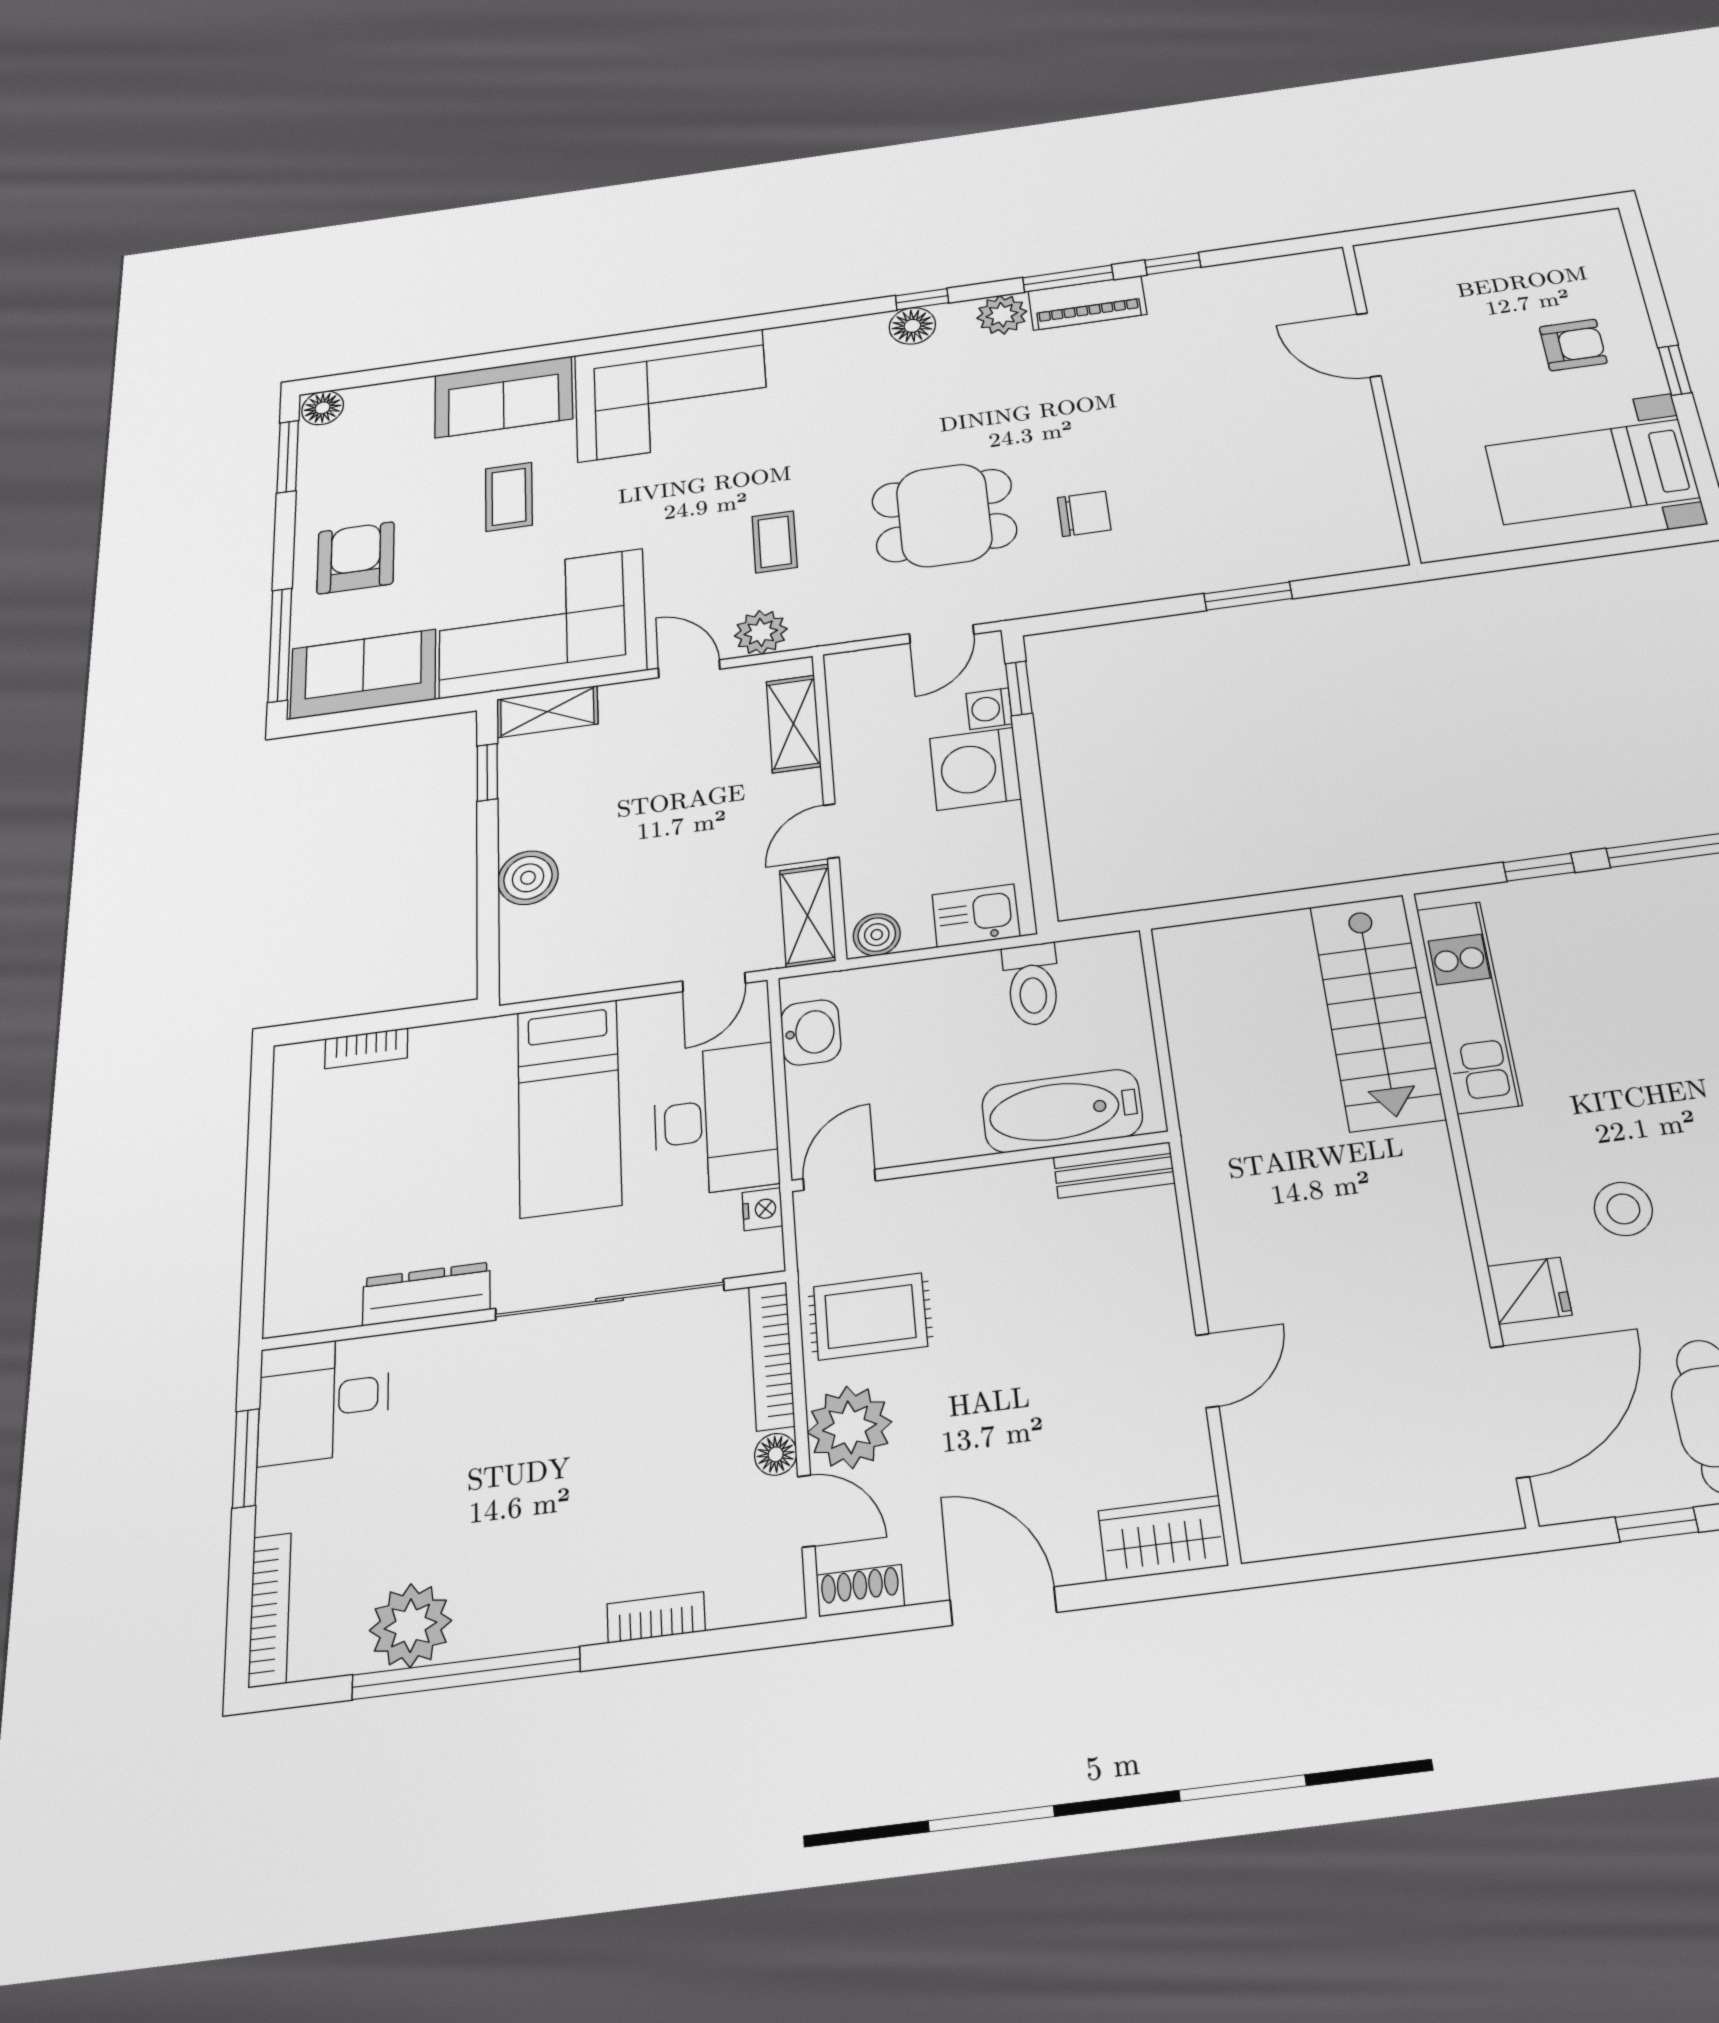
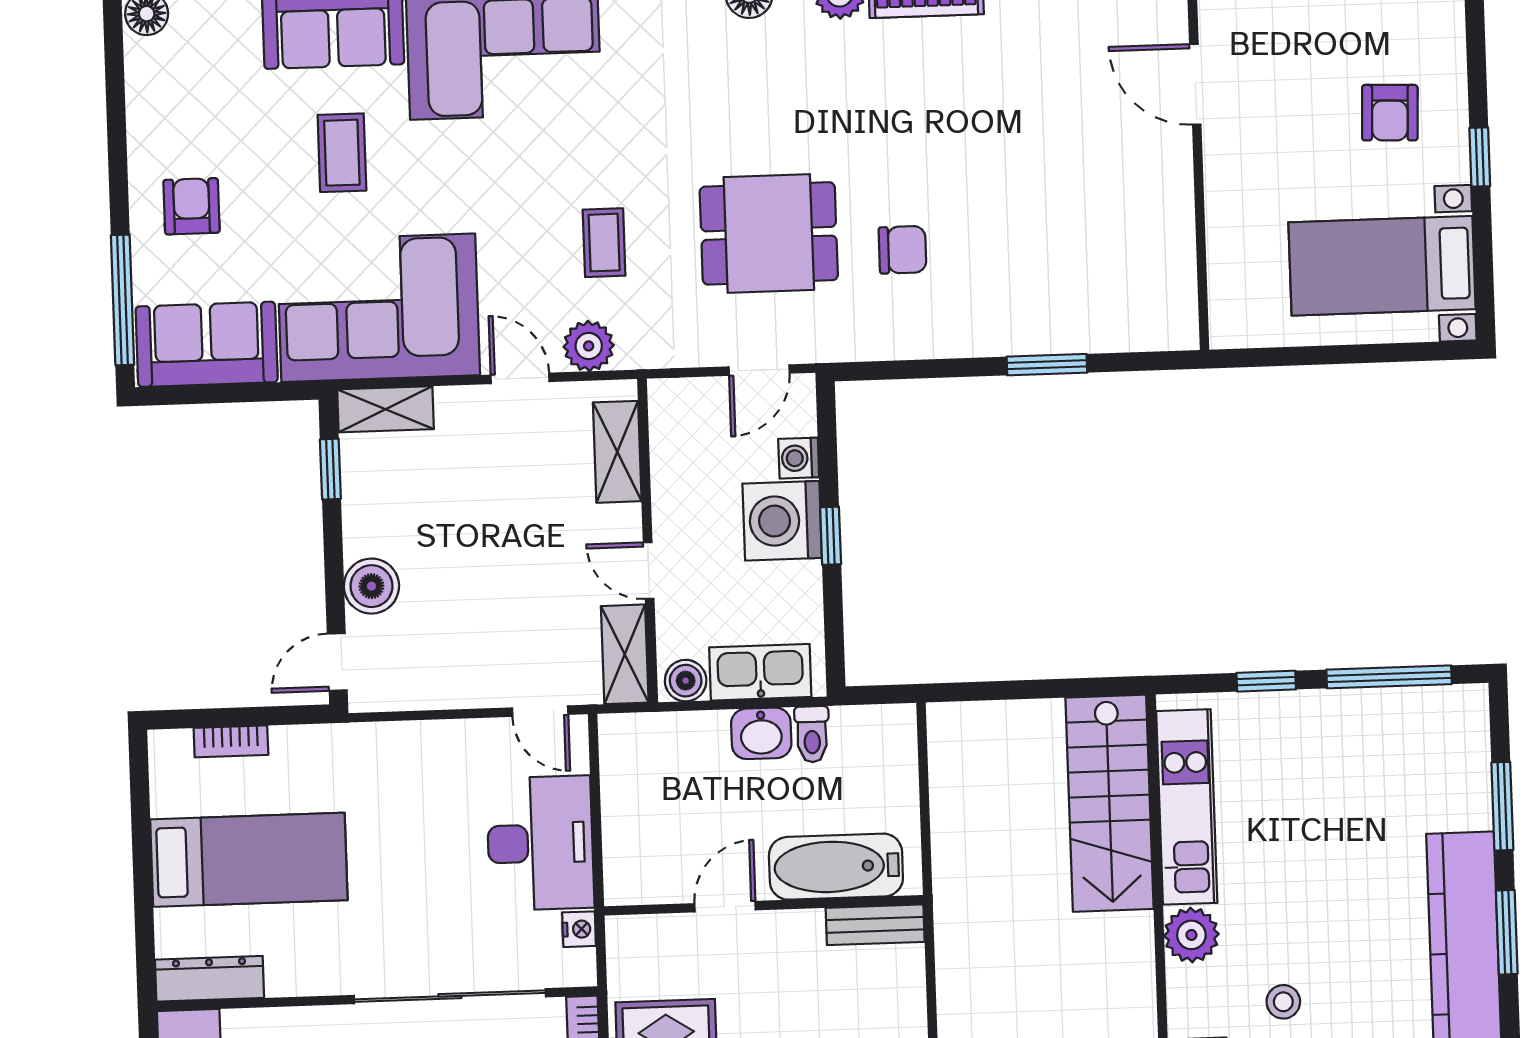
armchair: (1573, 345) -> (1390, 113), turned 92
window: (288, 457) -> (115, 71), removed
armchair: (356, 558) -> (191, 206), width x0.72, depth x0.72
window: (1019, 688) -> (831, 536), moved
door: (831, 831) -> (649, 571), hinge flipped
kitchen sink: (976, 916) -> (760, 672), width x1.38
door: (488, 956) -> (337, 662), added
door: (714, 982) -> (540, 711), hinge flipped
toilet: (1032, 984) -> (812, 734), width x0.73, depth x0.72
washbasin: (811, 1032) -> (761, 733), moved, turned 90
bed: (569, 1107) -> (249, 860), moved, turned -90
plant: (1497, 1144) -> (1191, 935), added
door: (839, 1180) -> (725, 907), moved
stool: (1623, 1209) -> (1283, 1002), width x0.73, depth x0.73
dresser: (426, 1294) -> (210, 979), moved

